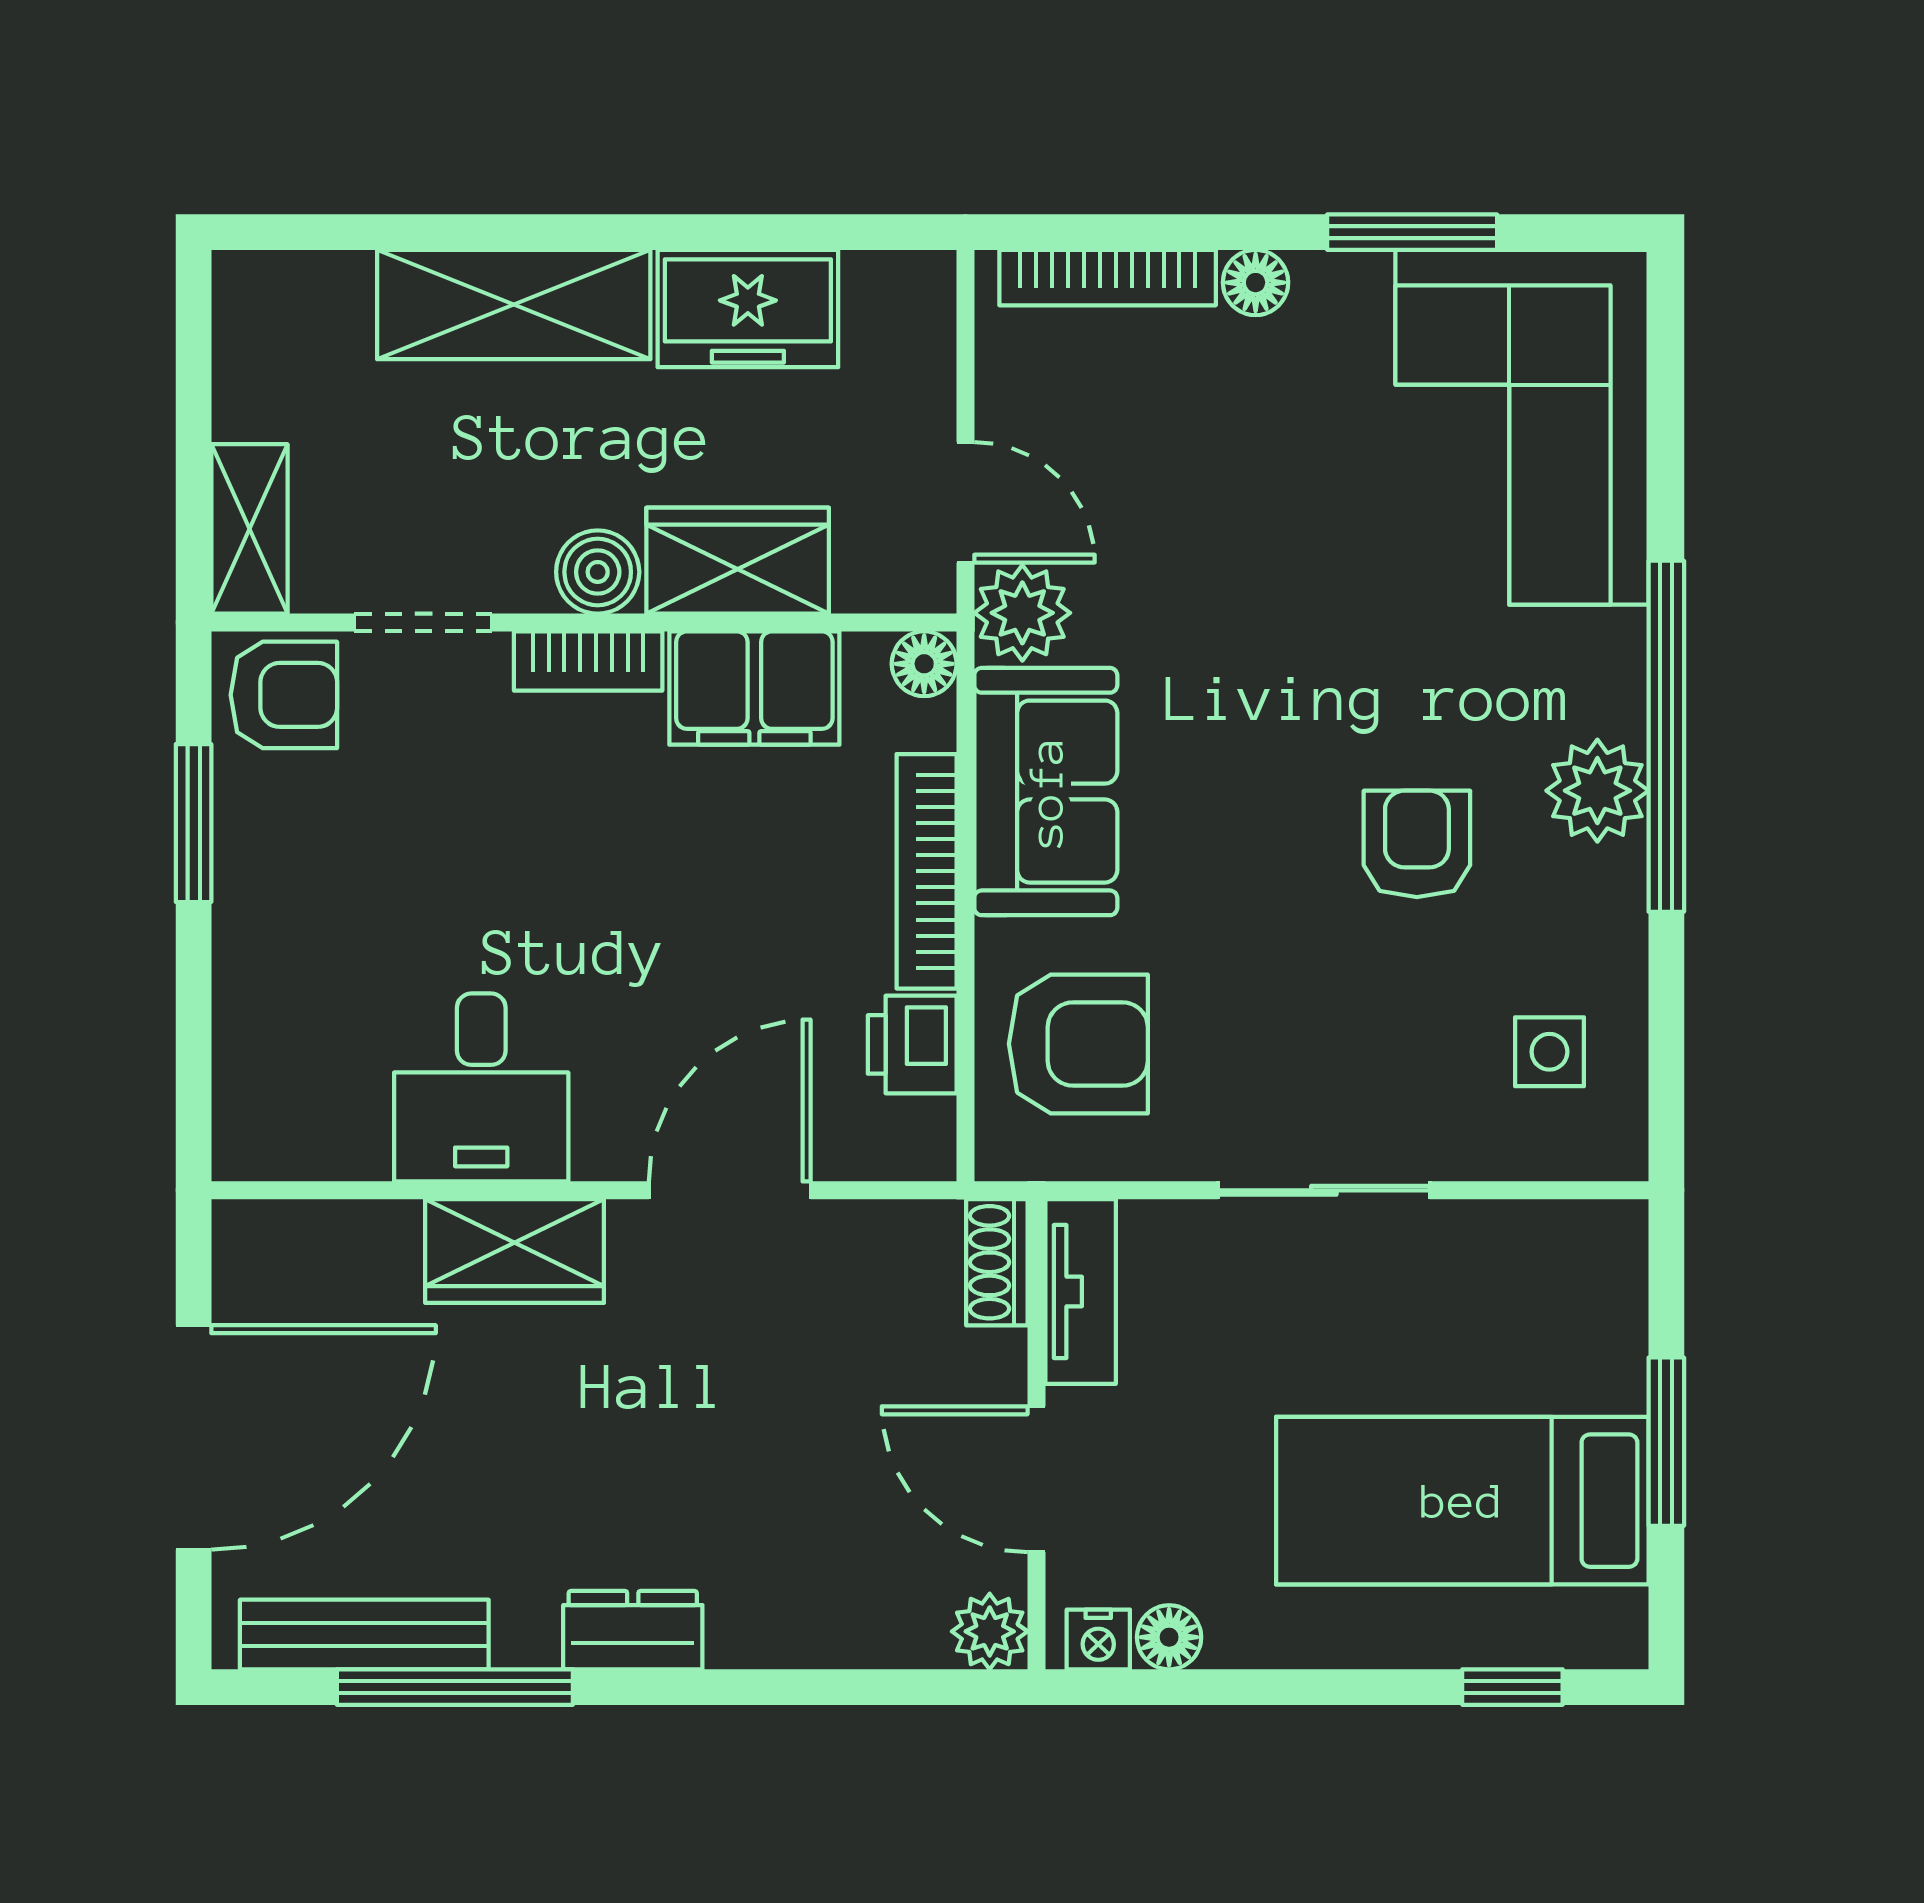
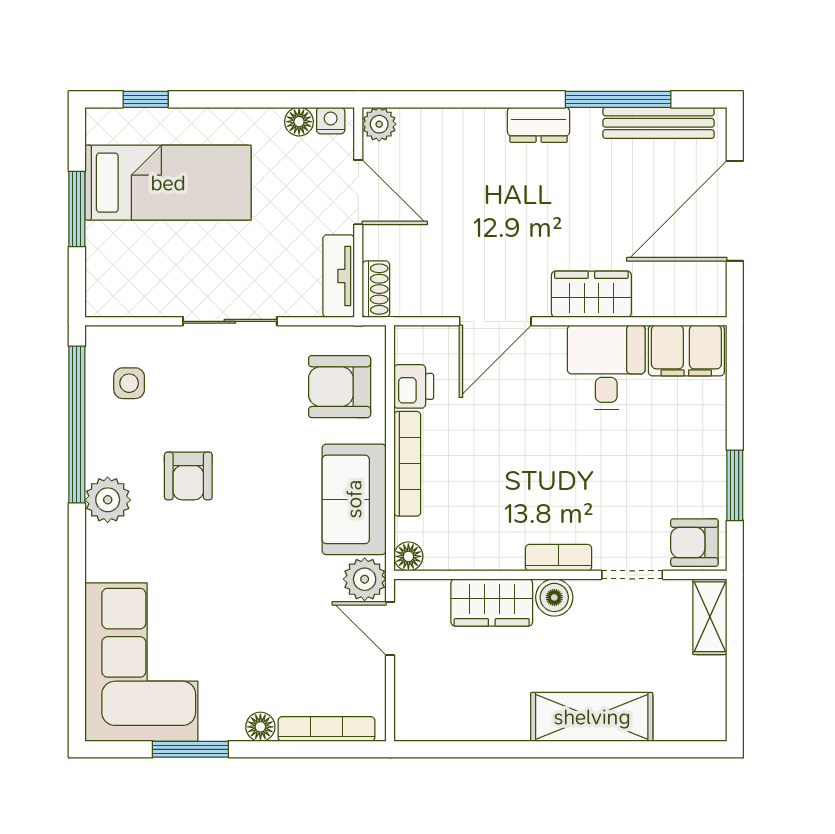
freezer: (748, 309) -> (487, 715), removed
filing cabinet: (754, 688) -> (686, 351), moved, turned 180
window: (1666, 736) -> (77, 425), moved

